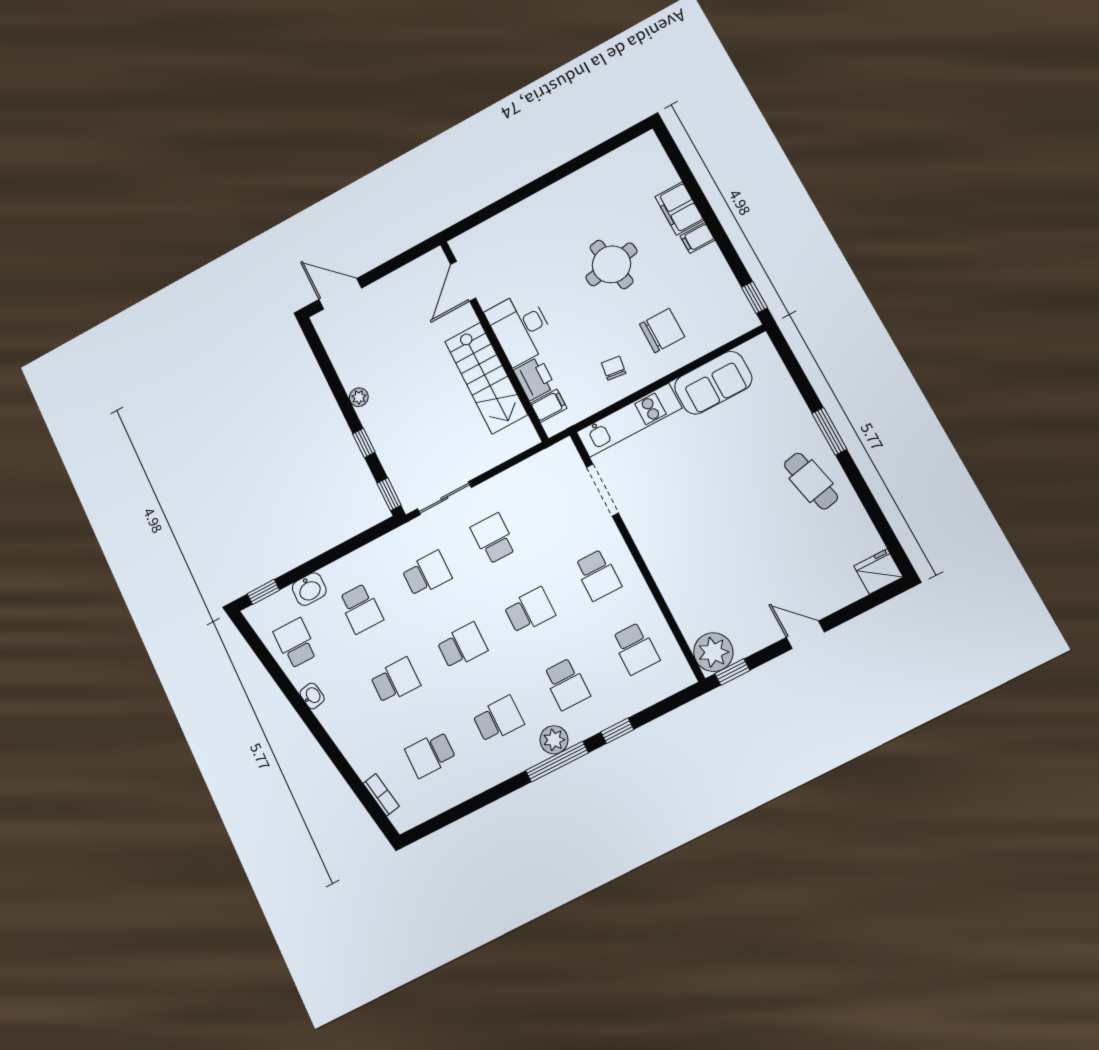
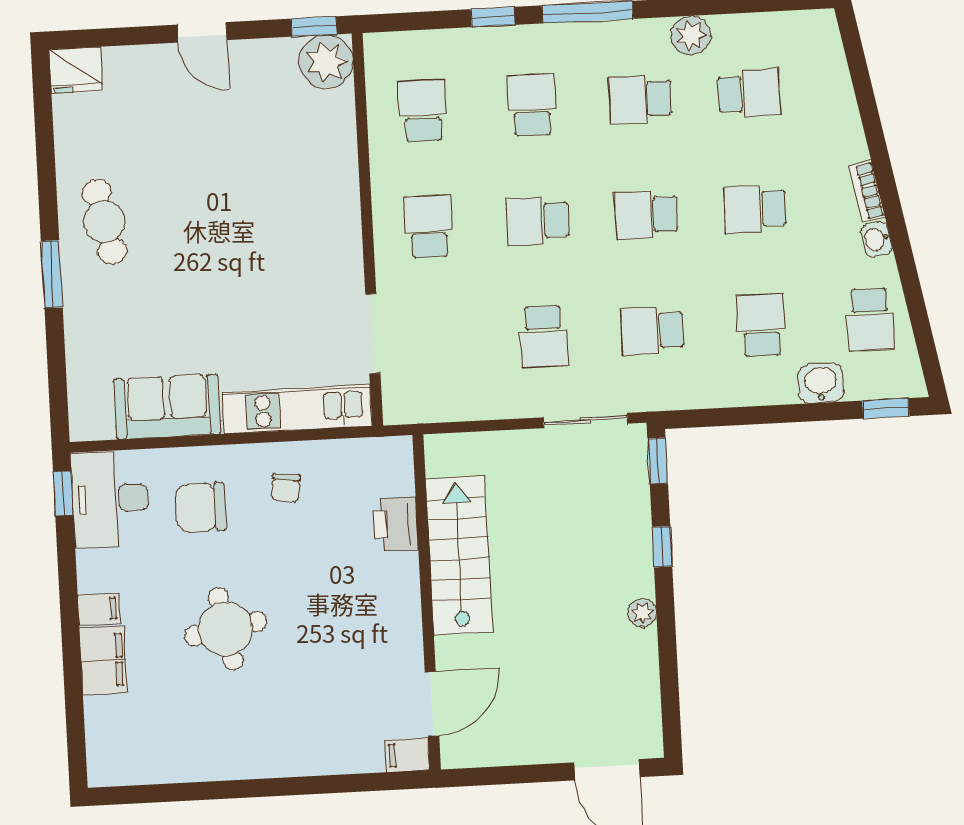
desk: (520, 328) -> (110, 499), moved, turned 180
filing cabinet: (549, 406) -> (407, 755), moved
plant: (554, 740) -> (691, 35), moved
bookcase: (381, 795) -> (867, 191), moved

